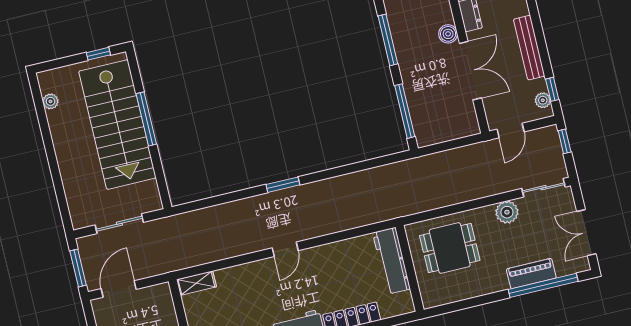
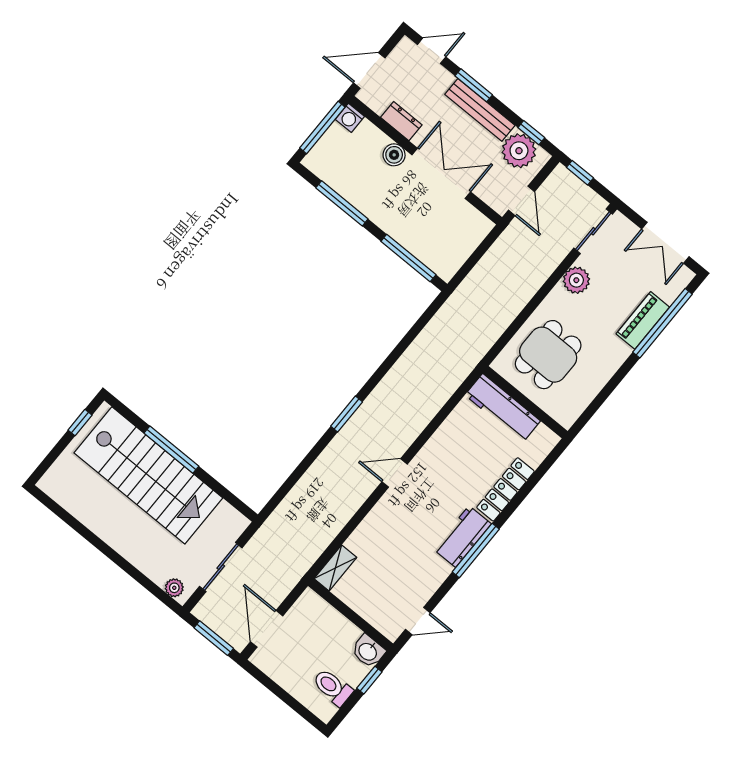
window: (538, 28) -> (474, 85), added
plant: (543, 100) -> (519, 151), width x1.87, depth x1.87
plant: (50, 101) -> (174, 588), moved
door: (285, 249) -> (395, 473), swing flipped

